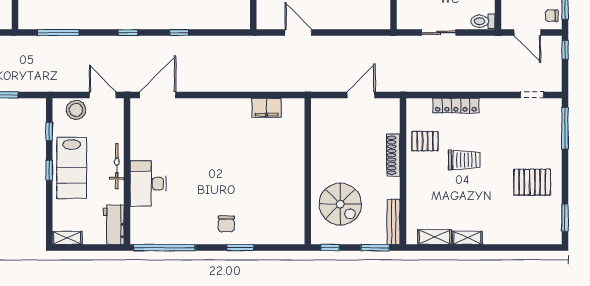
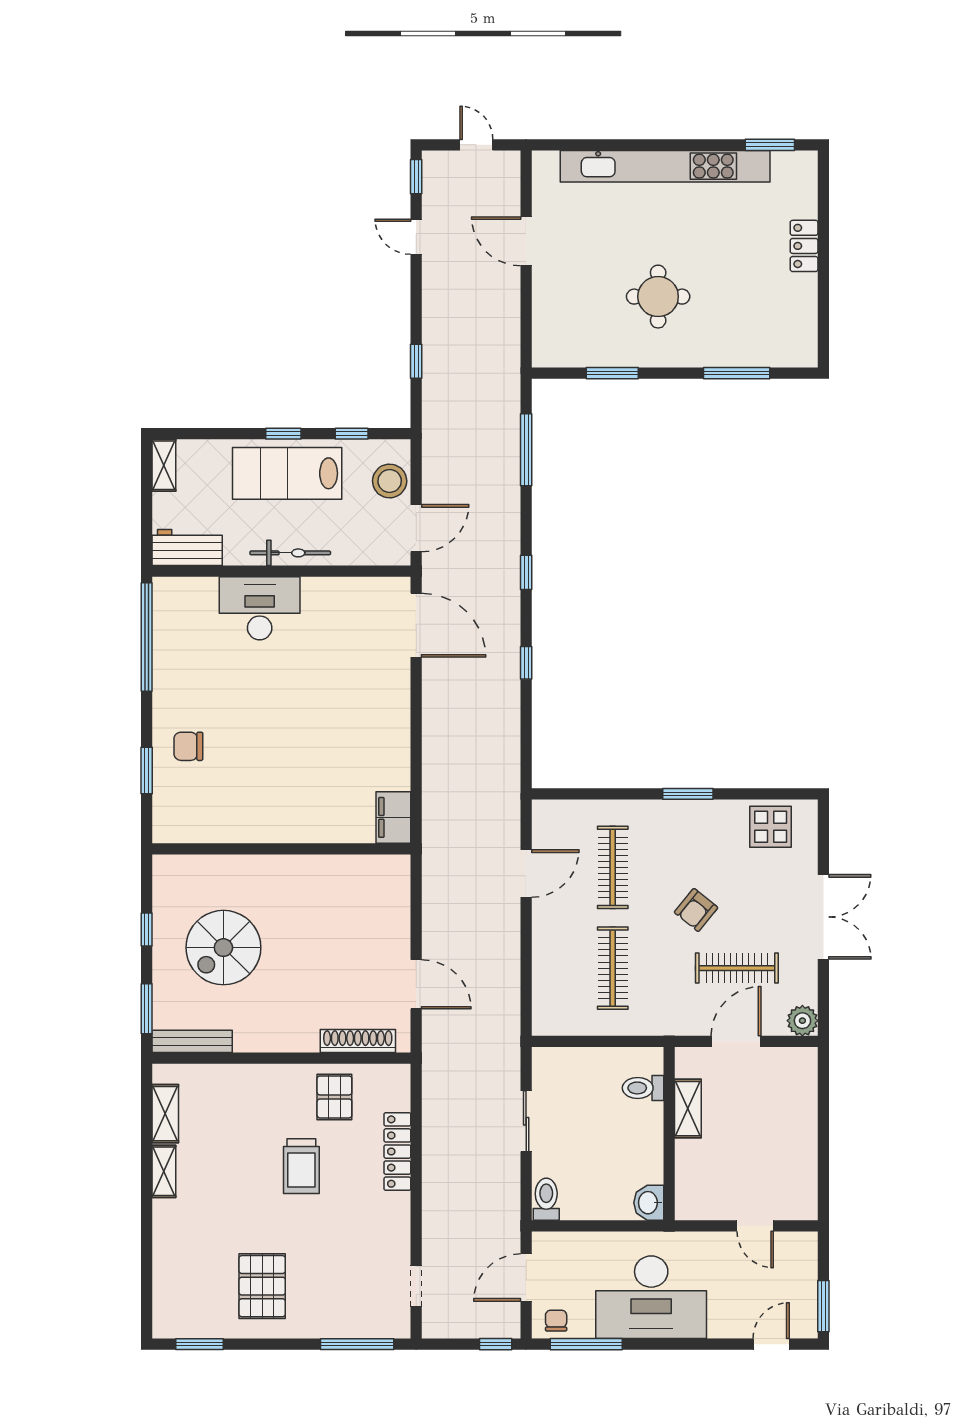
shoe rack: (393, 155) -> (358, 1041), moved
wall: (308, 171) -> (281, 849), moved

